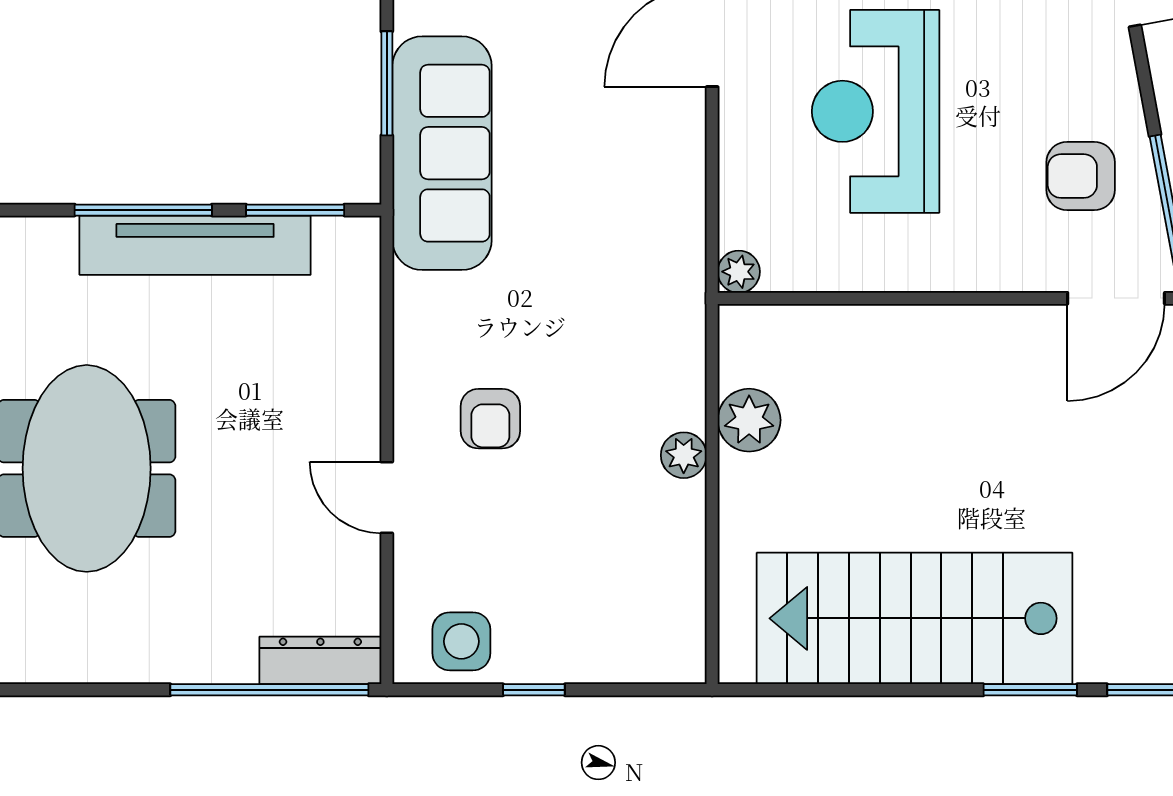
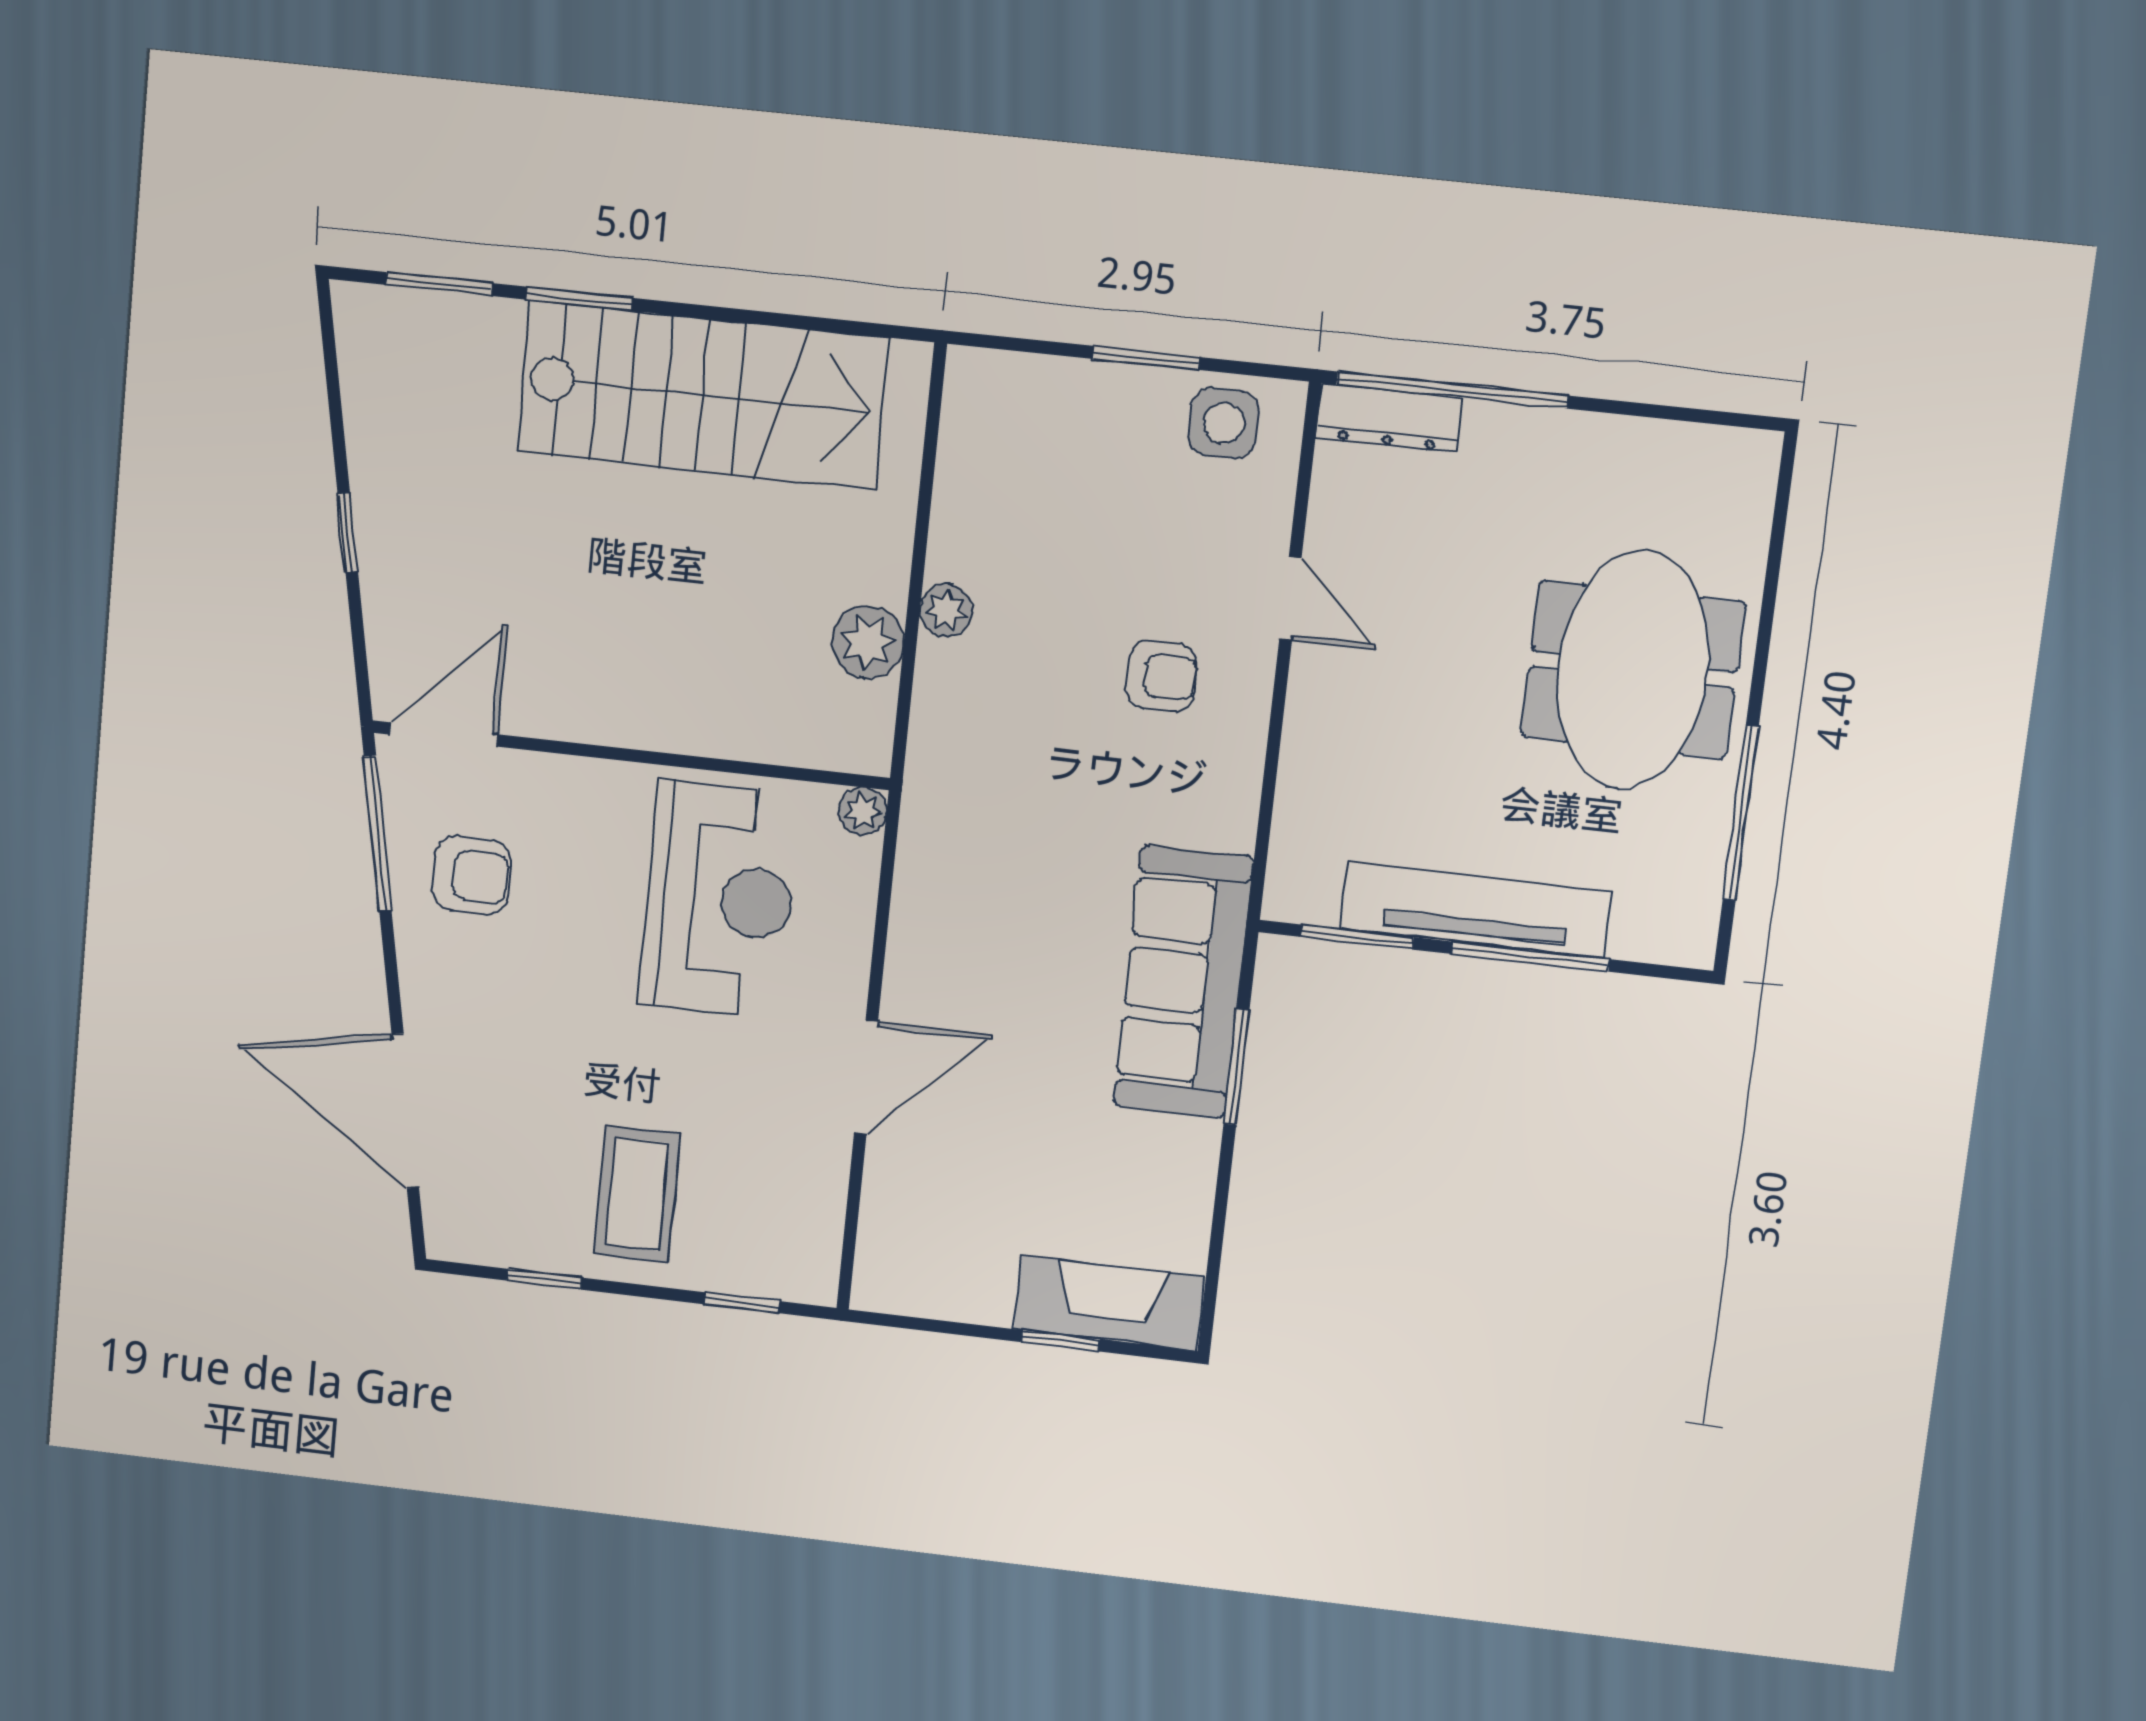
reception desk: (876, 111) -> (719, 899), moved
armchair: (490, 419) -> (1162, 676), turned 90
window: (534, 690) -> (1146, 358), width x1.50

